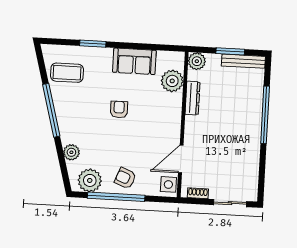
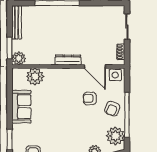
window: (230, 51) -> (10, 48), moved
dresser: (193, 98) -> (68, 60), moved
armchair: (119, 109) -> (90, 98), moved

